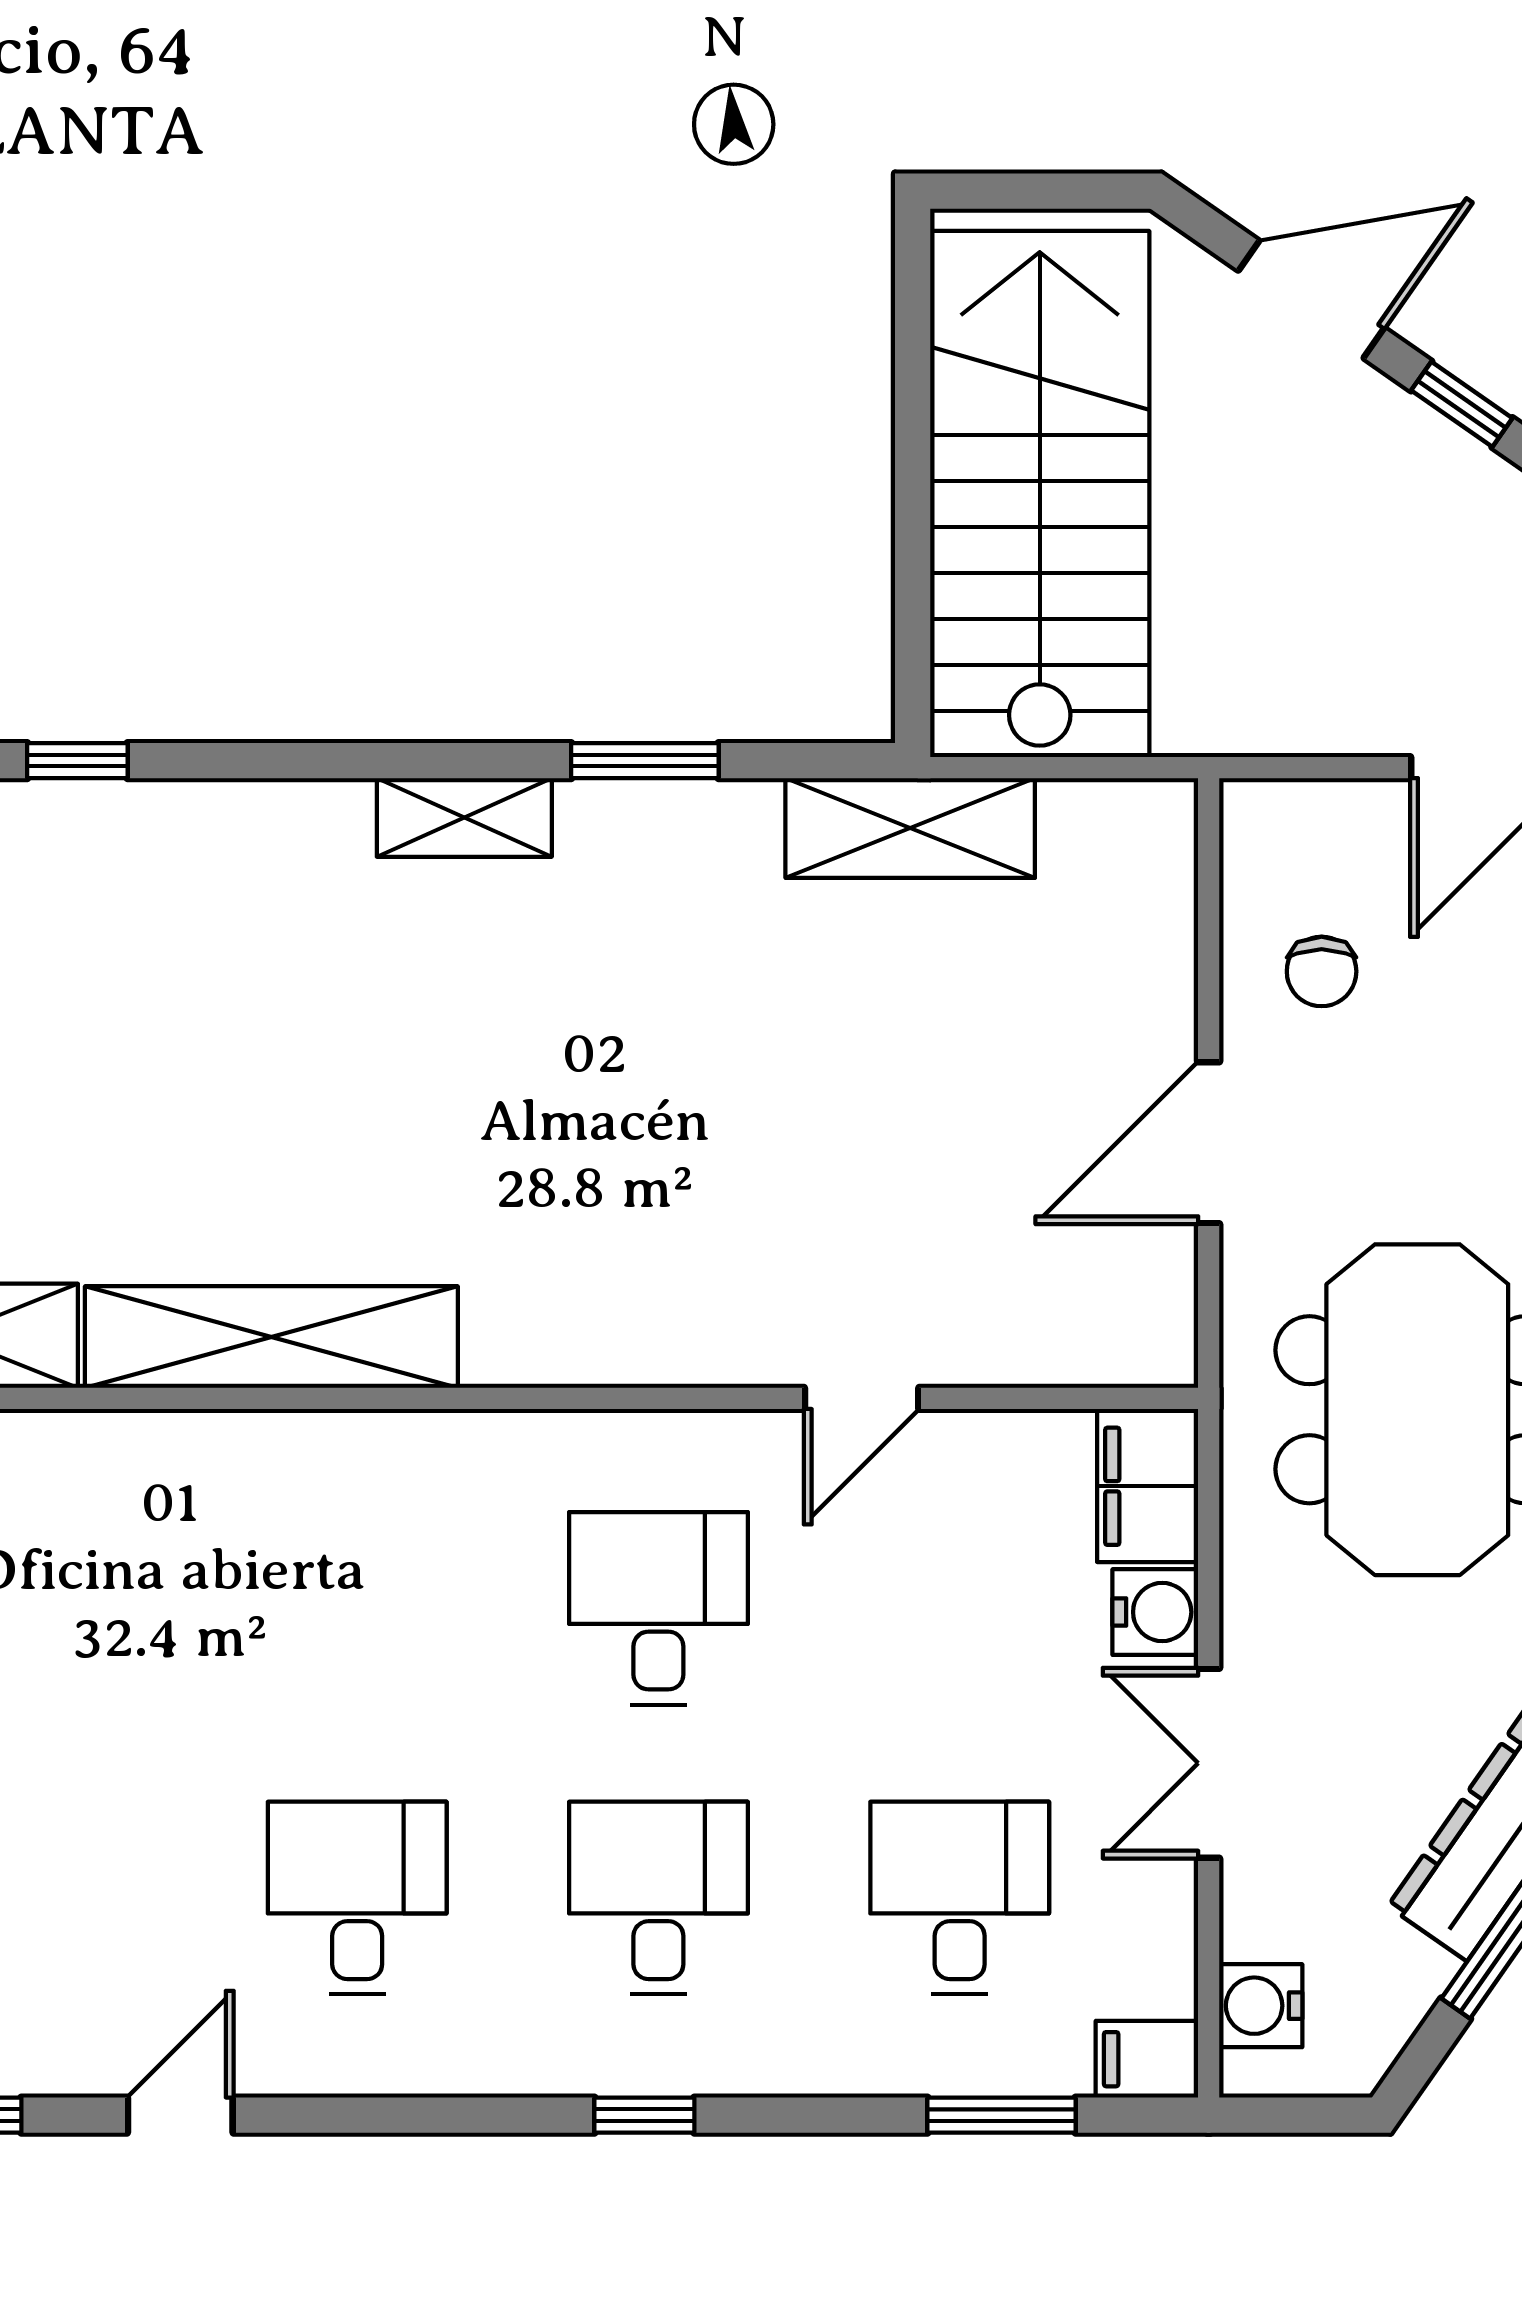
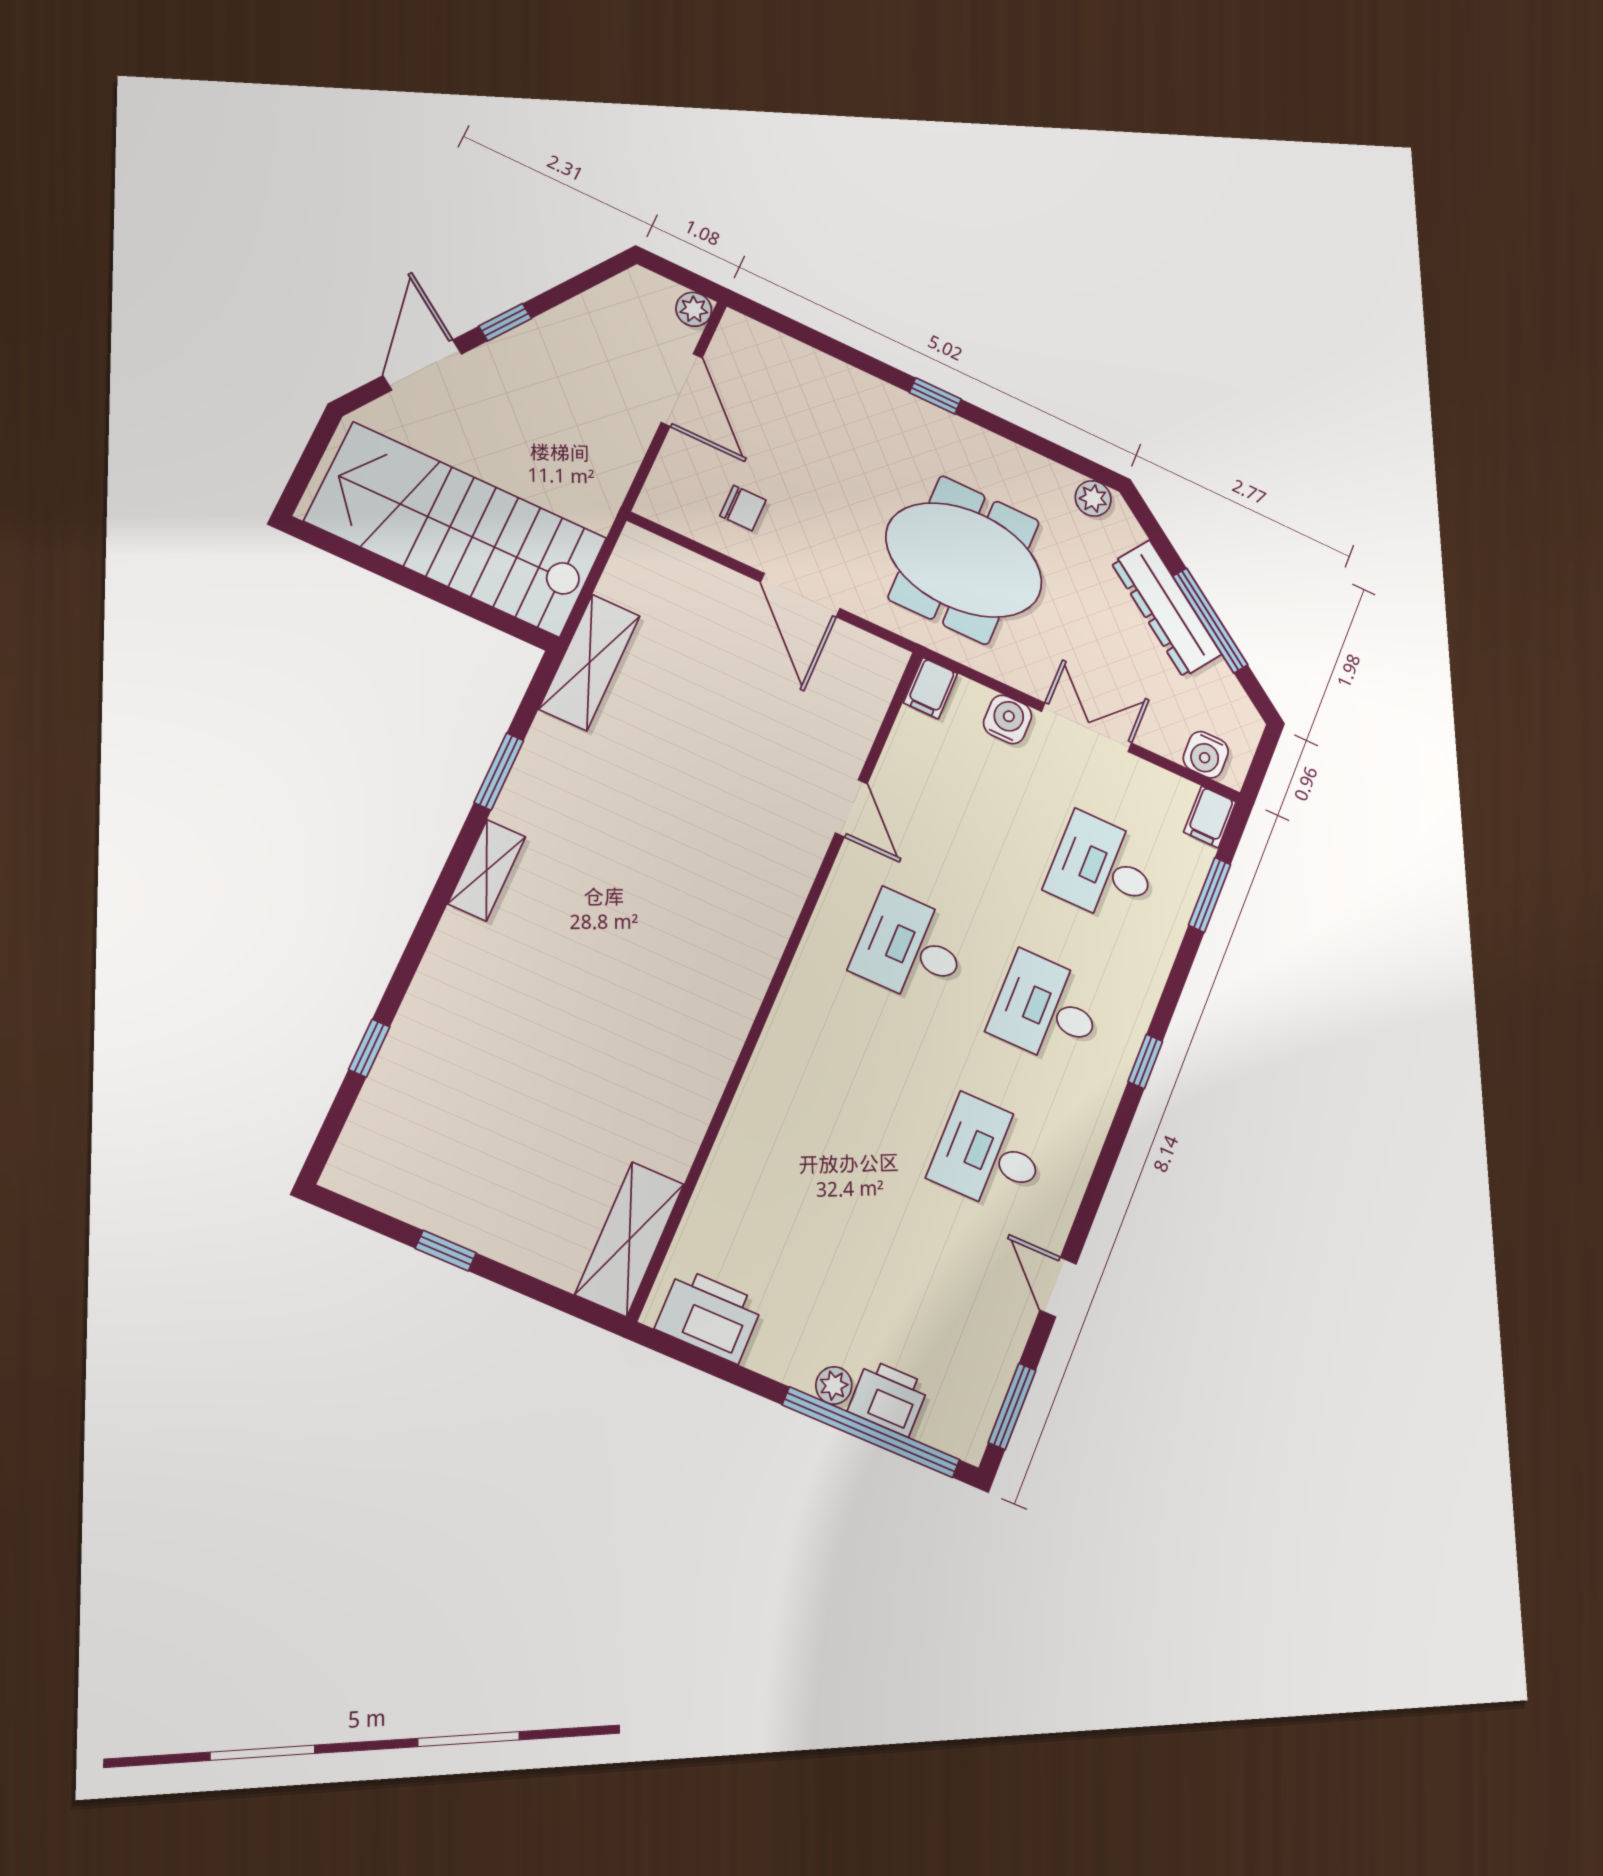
shelving: (271, 1337) -> (700, 1077), removed
filing cabinet: (1148, 1486) -> (931, 688), width x0.50
double door: (1209, 1763) -> (1087, 727), swing flipped

